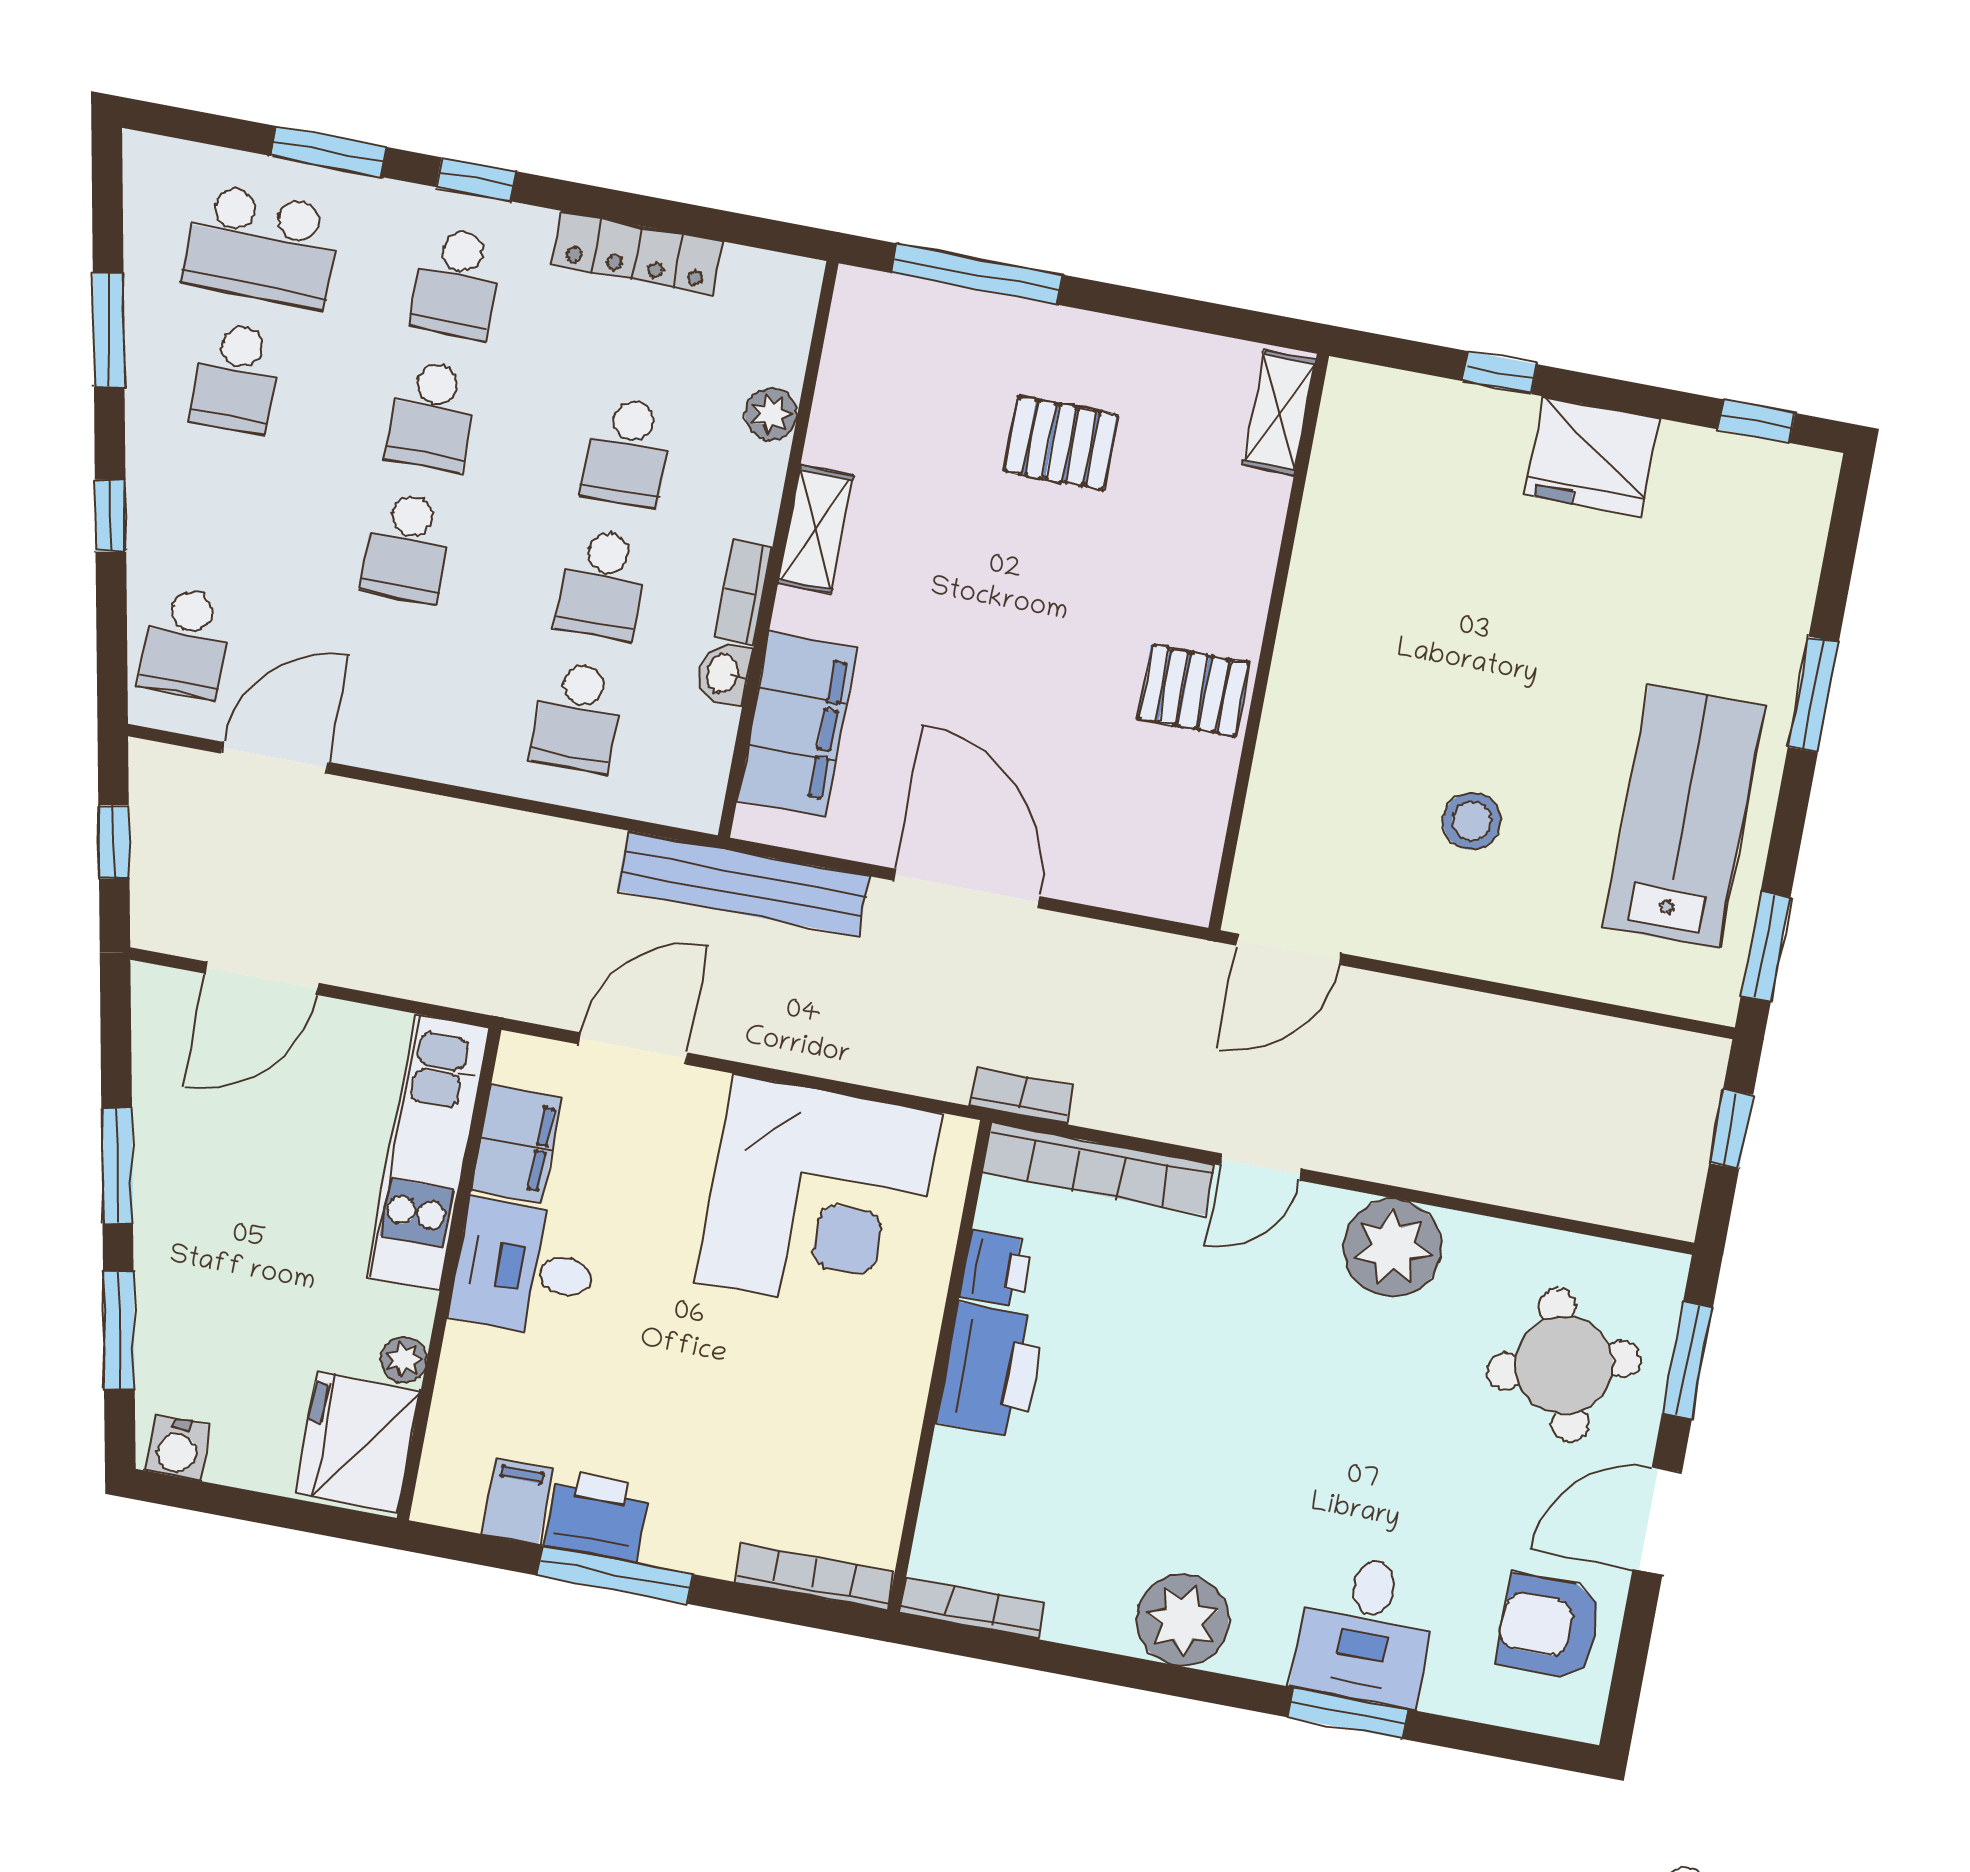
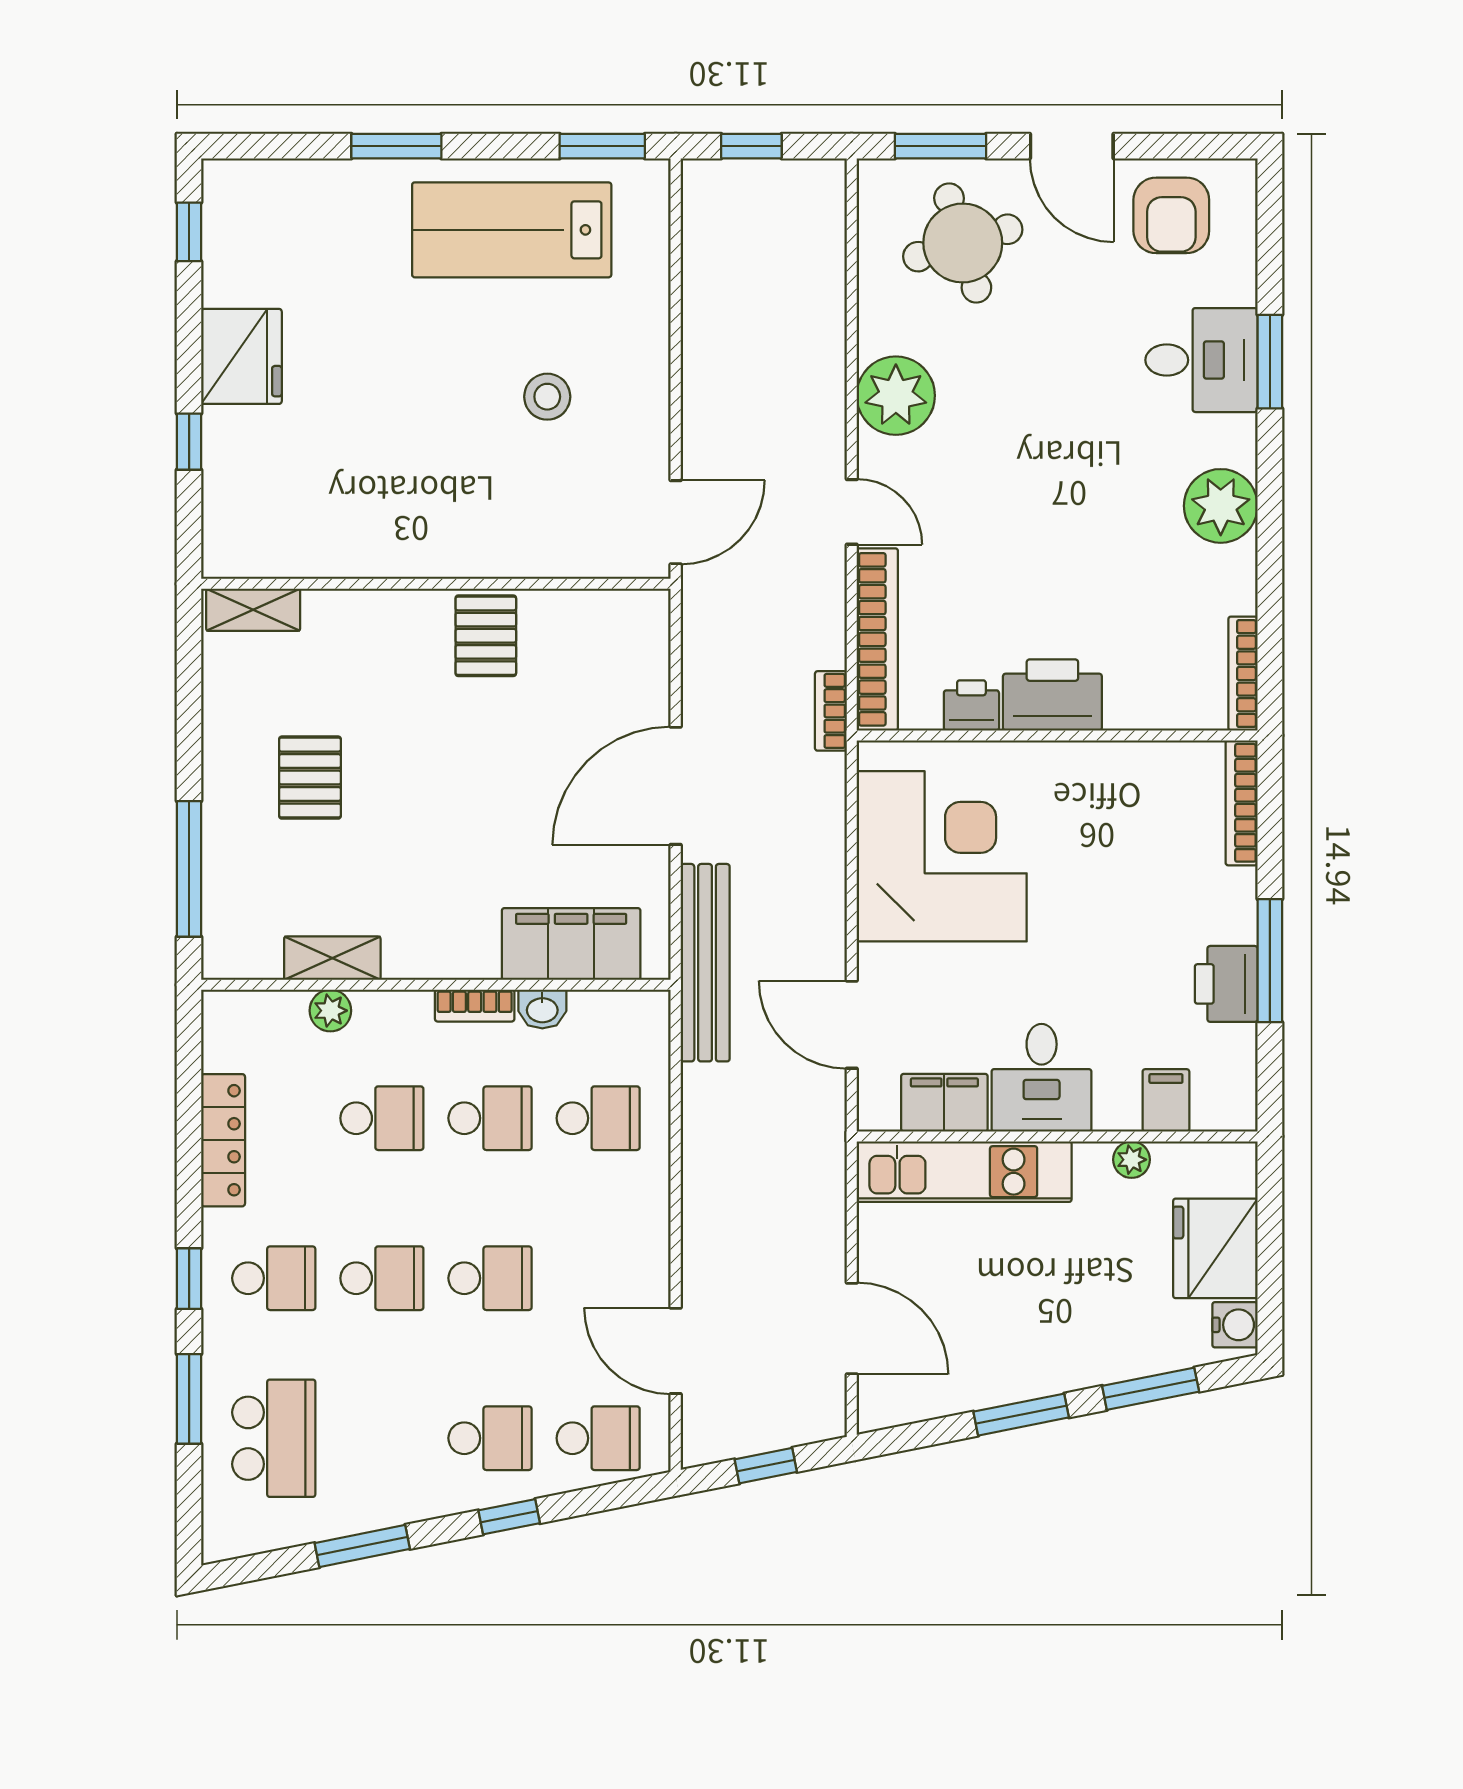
school desk: (236, 378) -> (490, 1438), moved
shelving: (816, 530) -> (332, 958), moved
door: (1289, 949) -> (676, 522), hinge flipped
fridge: (358, 1442) -> (1215, 1248), moved, turned 90
filing cabinet: (517, 1501) -> (1166, 1100), moved, turned 90

